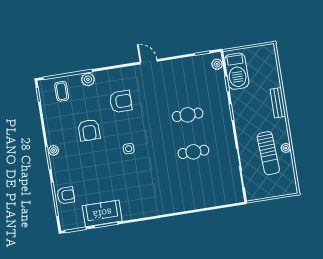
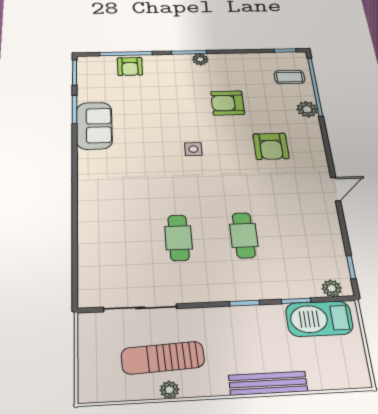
bench: (278, 103) -> (268, 383), width x1.36
sofa: (102, 213) -> (94, 126), moved

